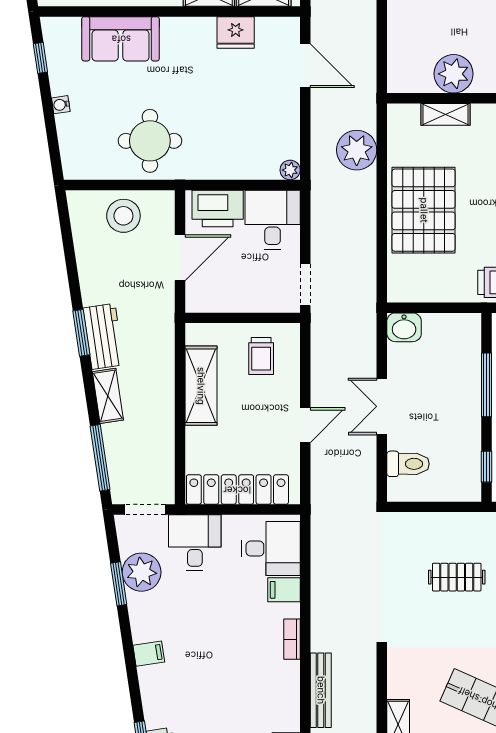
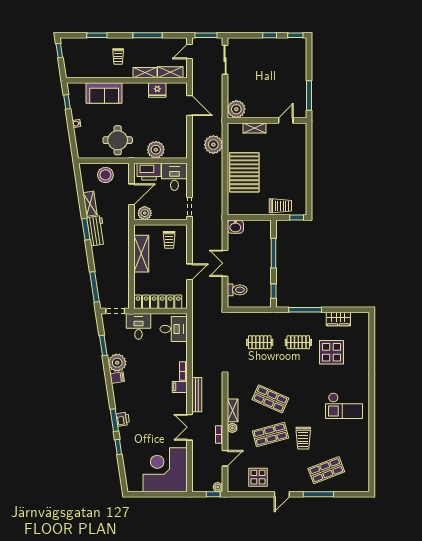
plant: (454, 74) -> (236, 109), moved
plant: (290, 170) -> (156, 150), moved, width x1.88, depth x1.88
plant: (208, 298) -> (145, 213), added
shelving: (108, 396) -> (90, 204), moved
plant: (142, 572) -> (117, 363), moved
filing cabinet: (284, 590) -> (180, 387), moved

